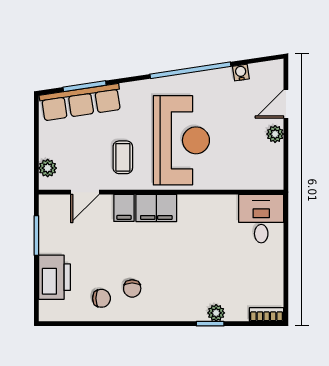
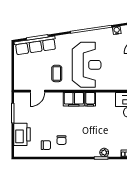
plant: (48, 168) -> (19, 79), removed
filing cabinet: (124, 208) -> (90, 99), moved

